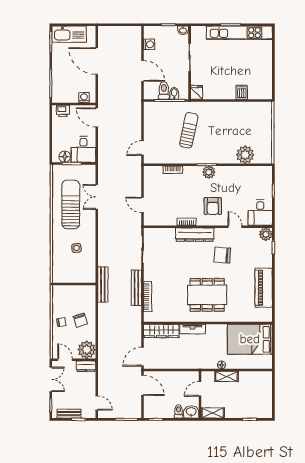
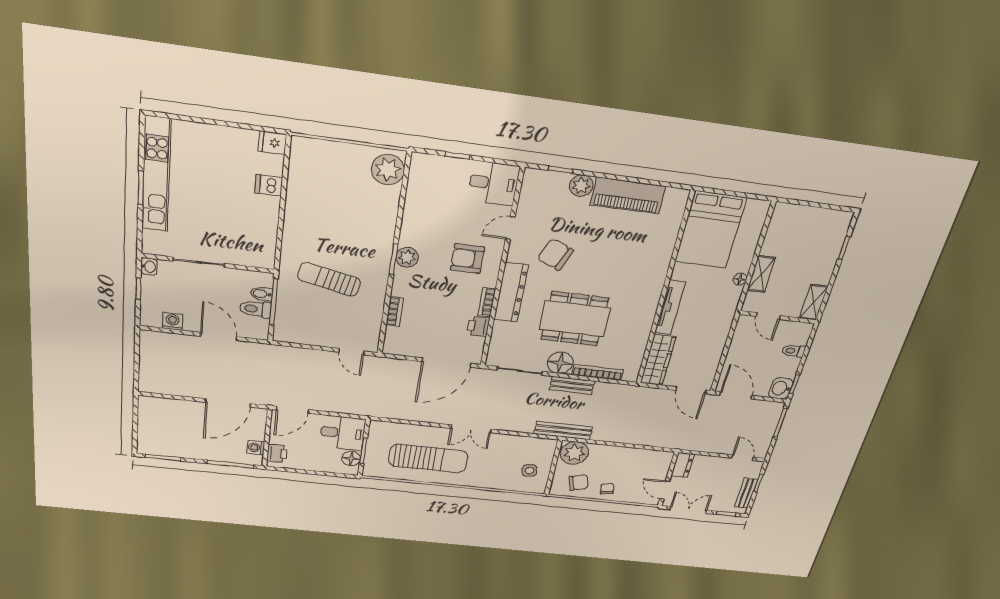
kitchen sink: (69, 34) -> (151, 432), removed
door: (97, 61) -> (228, 403), moved
door: (143, 71) -> (219, 336), hinge flipped
fridge: (197, 92) -> (272, 143), moved
washing machine: (84, 98) -> (256, 448), moved
plant: (245, 155) -> (388, 170), moved
double door: (97, 197) -> (471, 429), moved
sun lounger: (71, 204) -> (428, 458), turned 180
door: (143, 205) -> (447, 362), width x1.88
armchair: (213, 206) -> (467, 259), turned 180
printer: (170, 220) -> (478, 326), added
plant: (266, 234) -> (581, 186), moved
side table: (76, 248) -> (529, 471), moved
chair: (222, 255) -> (555, 254), turned 109
floor lamp: (151, 273) -> (560, 363), added
bench: (136, 288) -> (572, 385), width x0.73
dining table: (207, 295) -> (575, 319), moved, turned 90
chair: (80, 320) -> (578, 482), moved
tv unit: (193, 329) -> (670, 307), width x1.41
plant: (87, 350) -> (574, 453), moved
door: (65, 360) -> (665, 490), hinge flipped
door: (143, 385) -> (736, 395), hinge flipped
door: (97, 403) -> (742, 458), hinge flipped
washbasin: (191, 412) -> (781, 388), moved

